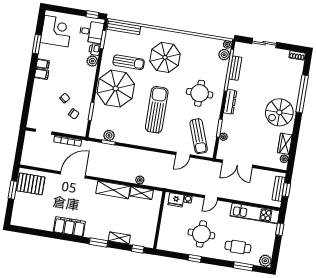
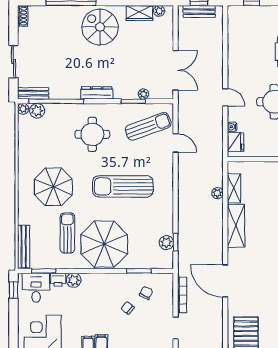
bench: (235, 68) -> (33, 93), moved
spiral stairs: (279, 112) -> (100, 27), turned 180
kitchen unit: (255, 213) -> (236, 37), removed

